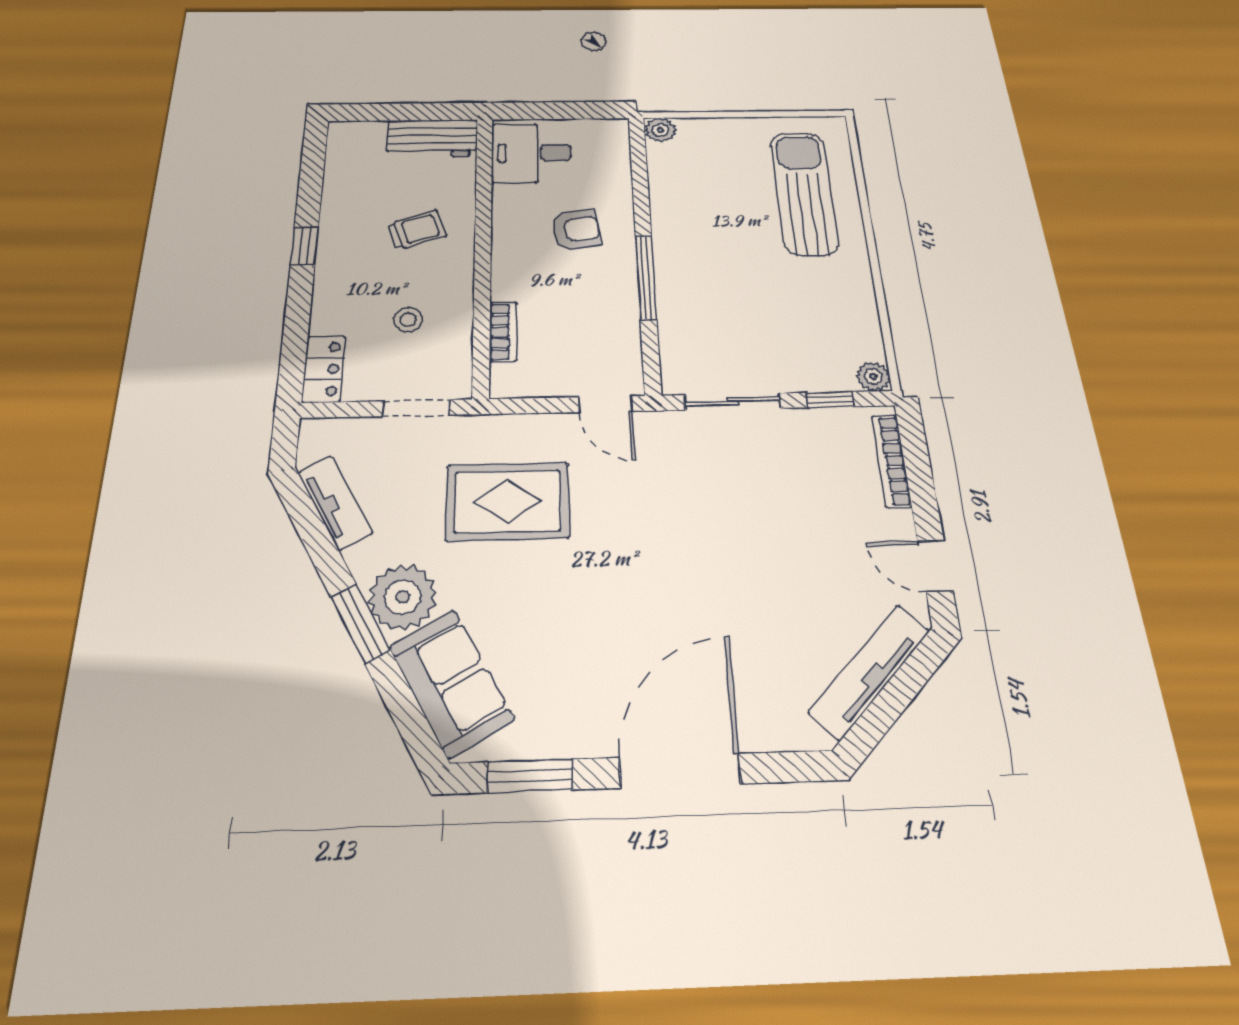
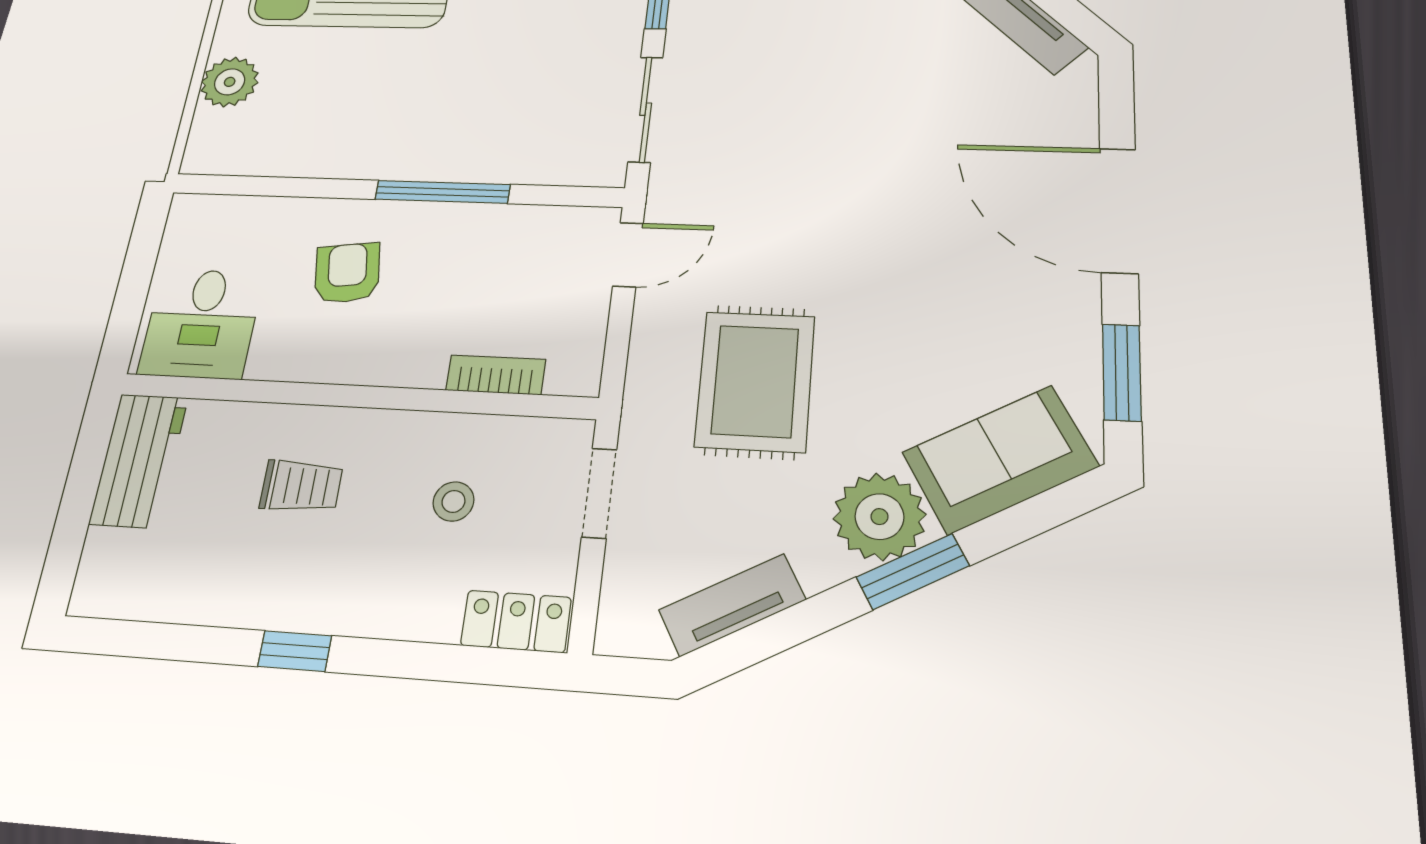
plant: (660, 130) -> (230, 82), moved, width x1.38, depth x1.38
trolley: (417, 230) -> (301, 486), turned 108

